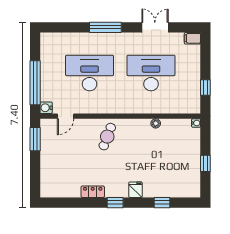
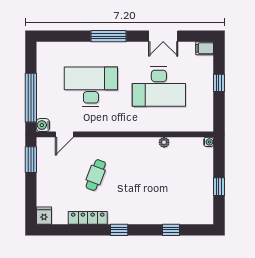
double door: (155, 27) -> (163, 36), swing flipped
desk: (151, 73) -> (159, 87), turned 180
window: (205, 87) -> (219, 83), moved
cafe table: (107, 137) -> (96, 175), moved
fridge: (135, 190) -> (44, 216), moved
locker: (93, 192) -> (88, 218), width x1.53

